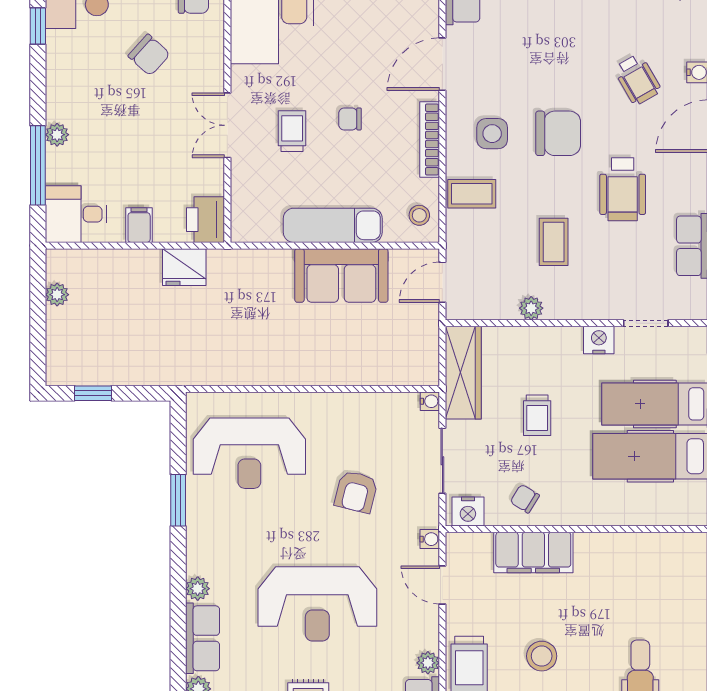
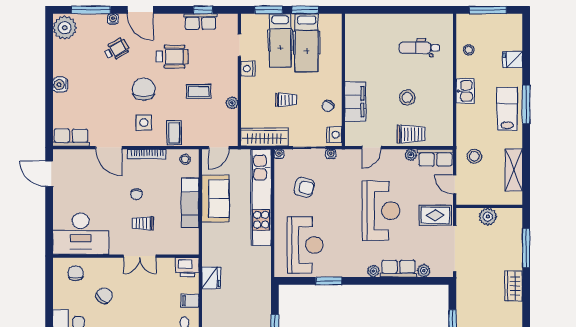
door: (442, 282) -> (219, 148), hinge flipped
kitchen unit: (344, 366) -> (261, 197), added
armchair: (356, 492) -> (304, 187), moved
water cooler: (430, 539) -> (331, 154), moved

